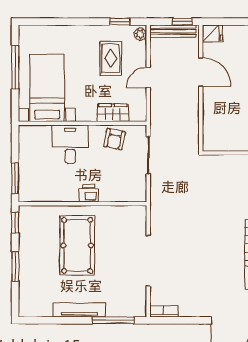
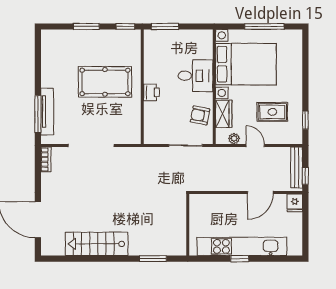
plant: (140, 34) -> (234, 138), moved
bed with nightstands: (47, 88) -> (246, 64), width x1.36
tv unit: (79, 310) -> (47, 112), moved

